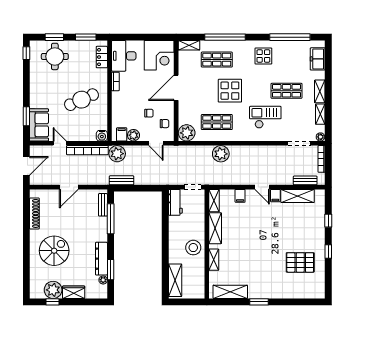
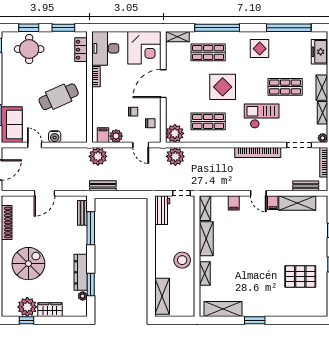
water cooler: (102, 136) -> (55, 137), moved
bookcase: (87, 150) -> (258, 153), moved
plant: (221, 154) -> (175, 156), moved

